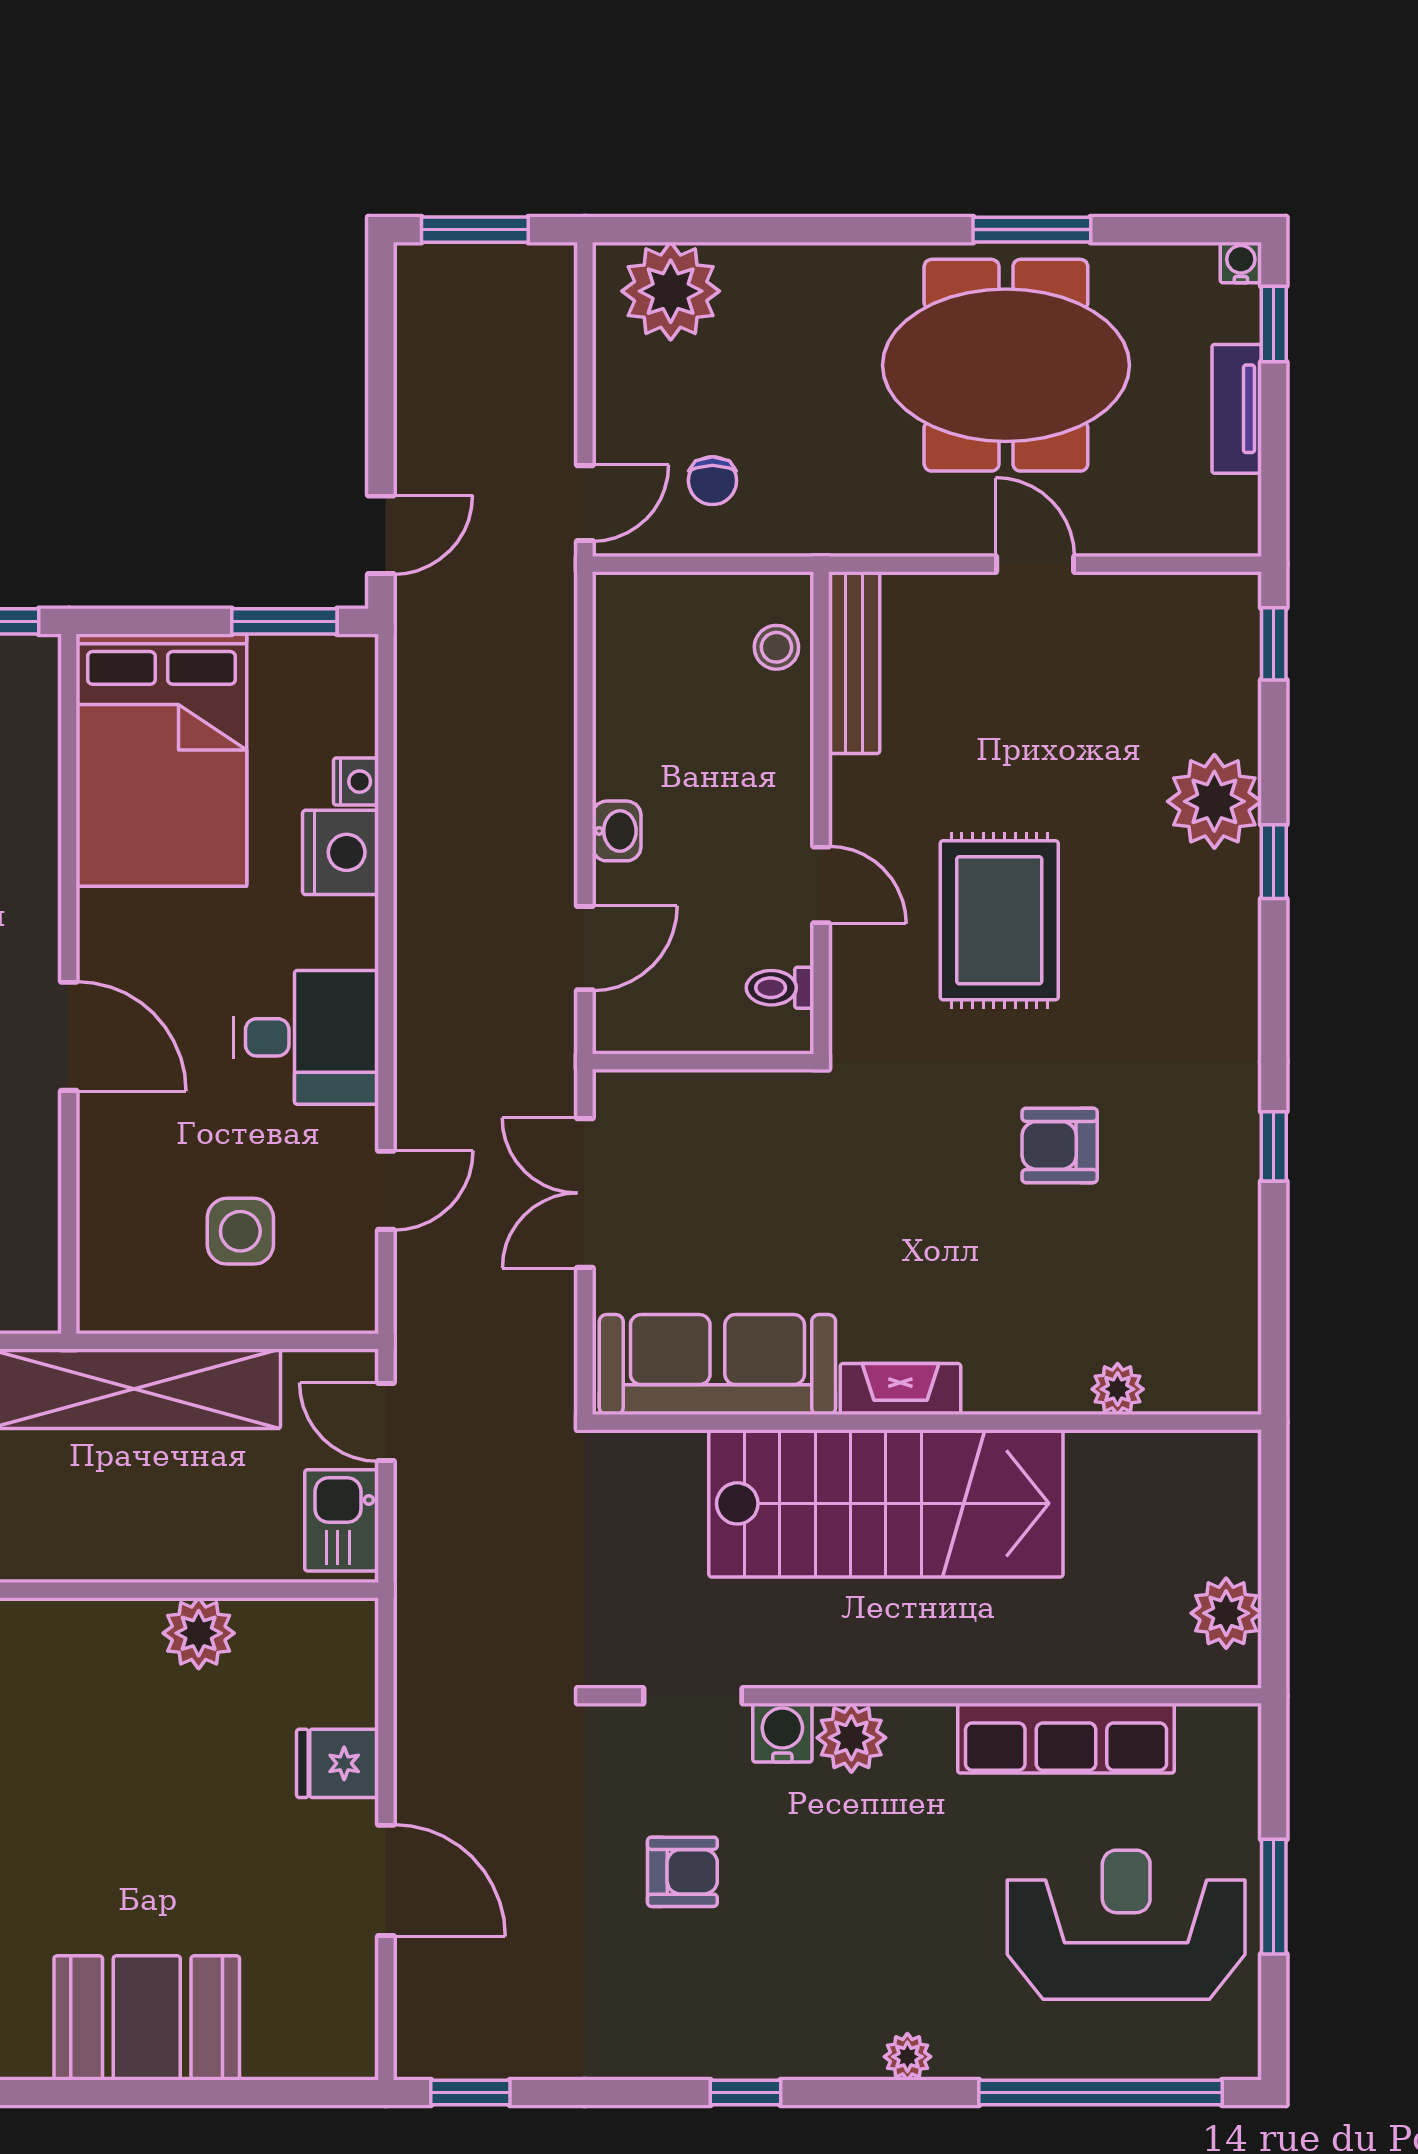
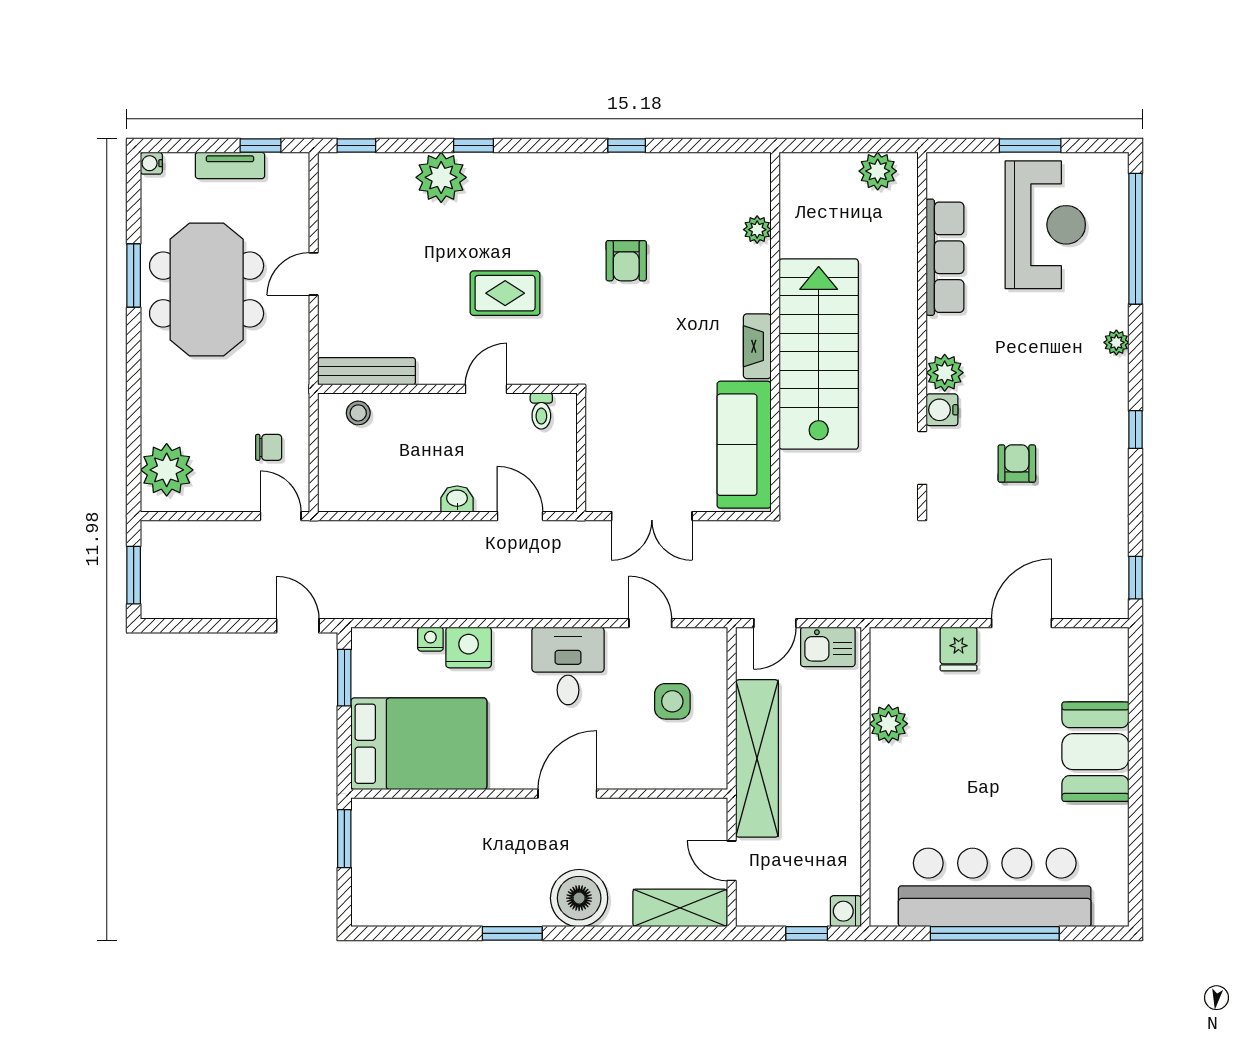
window: (1274, 324) -> (260, 145), moved
rug: (999, 920) -> (505, 293), width x0.73, depth x0.70
reception desk: (1126, 1925) -> (1045, 225), turned 180

